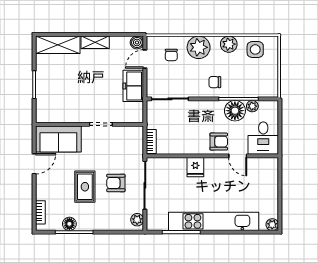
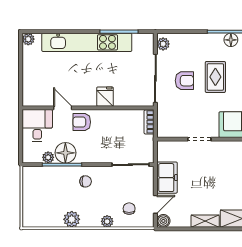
plant: (199, 47) -> (107, 221), width x0.53, depth x0.53
side table: (255, 49) -> (45, 214), removed

